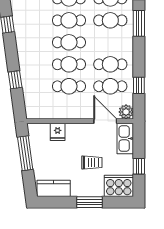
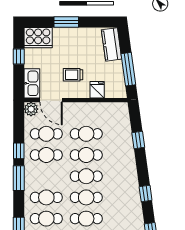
window: (139, 23) -> (19, 178), moved
window: (139, 85) -> (19, 151), moved
trolley: (92, 163) -> (73, 75), moved
kitchen counter: (54, 188) -> (112, 44), moved, turned 82

